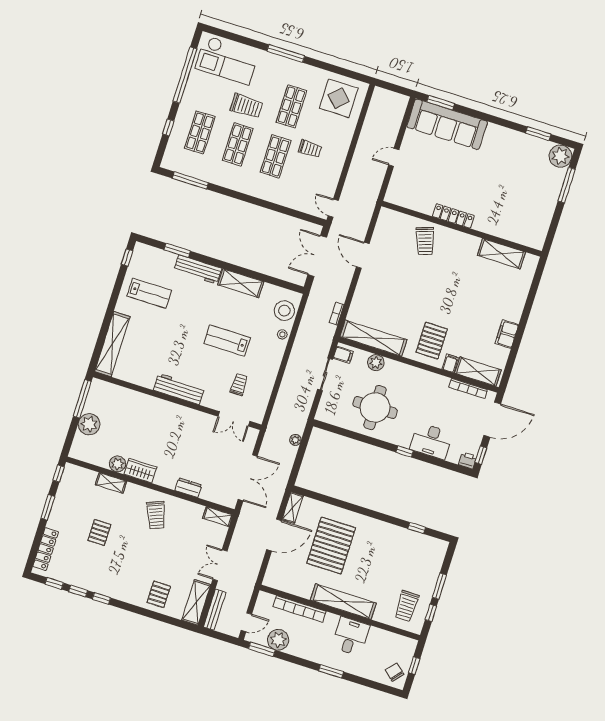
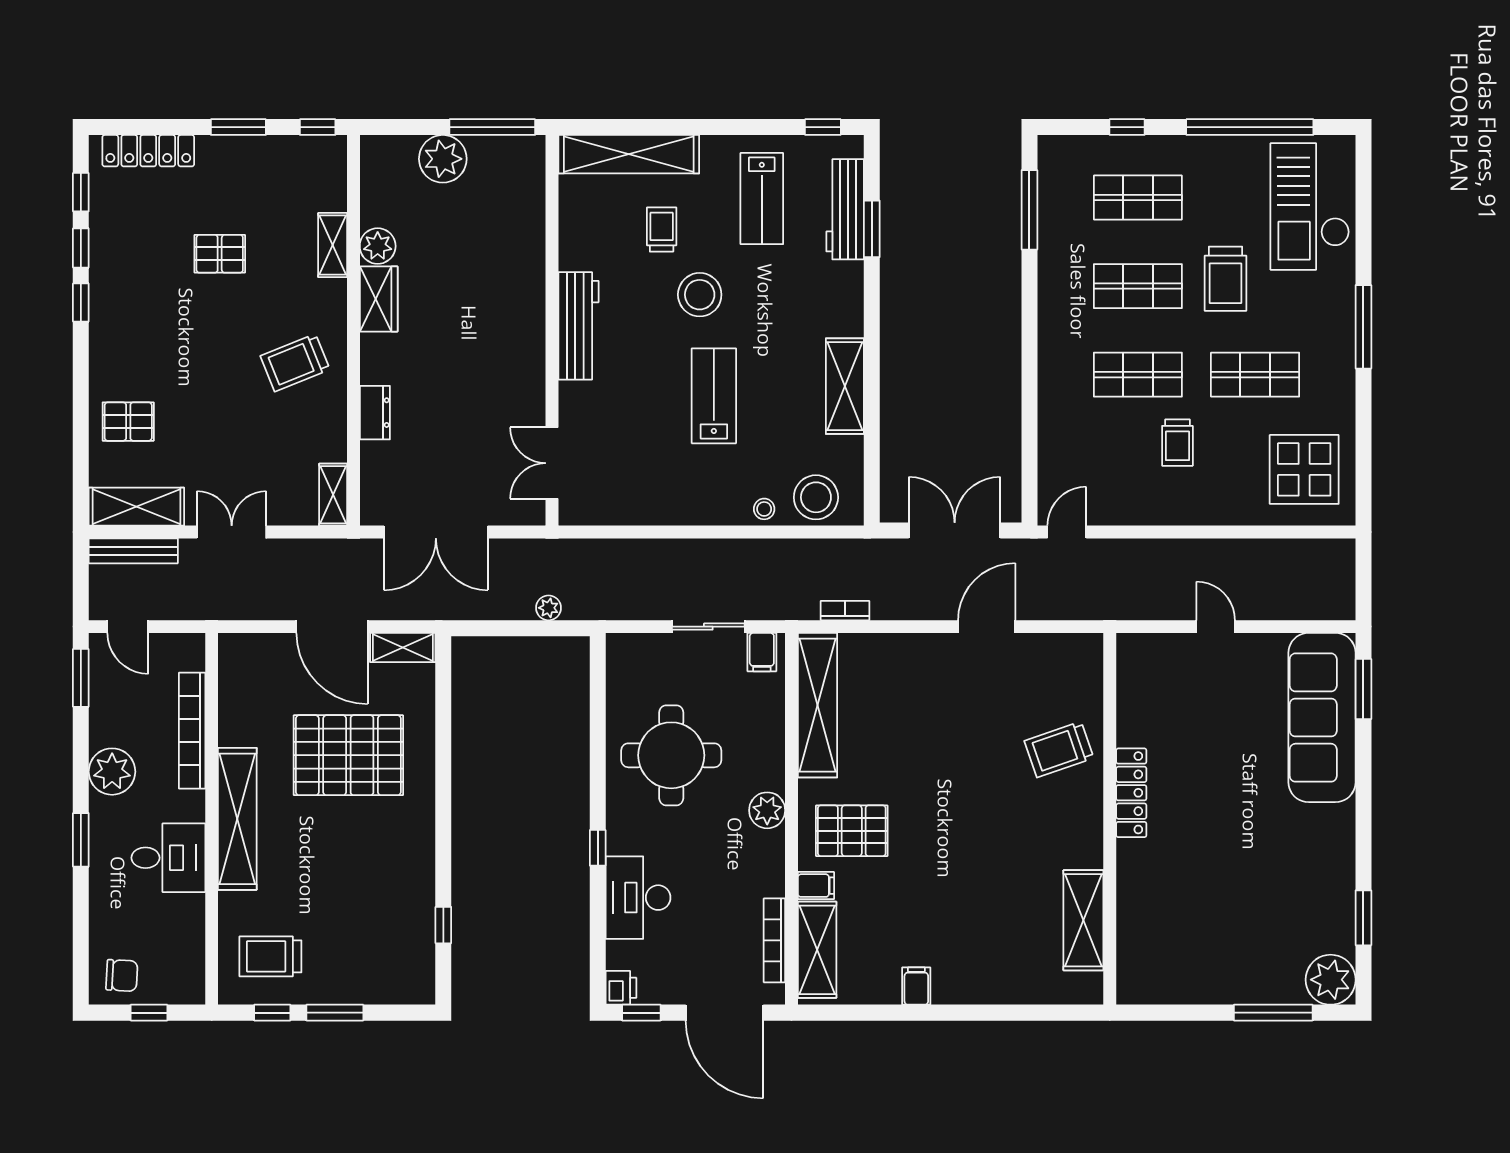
workbench: (198, 269) -> (845, 209), moved
stool: (182, 333) -> (700, 295), added
filing cabinet: (507, 334) -> (916, 986), width x0.50
plant: (376, 363) -> (767, 810), moved
trolley: (239, 385) -> (662, 229), moved, turned -90
plant: (278, 640) -> (112, 772), moved
chair: (395, 672) -> (122, 975), turned 52

